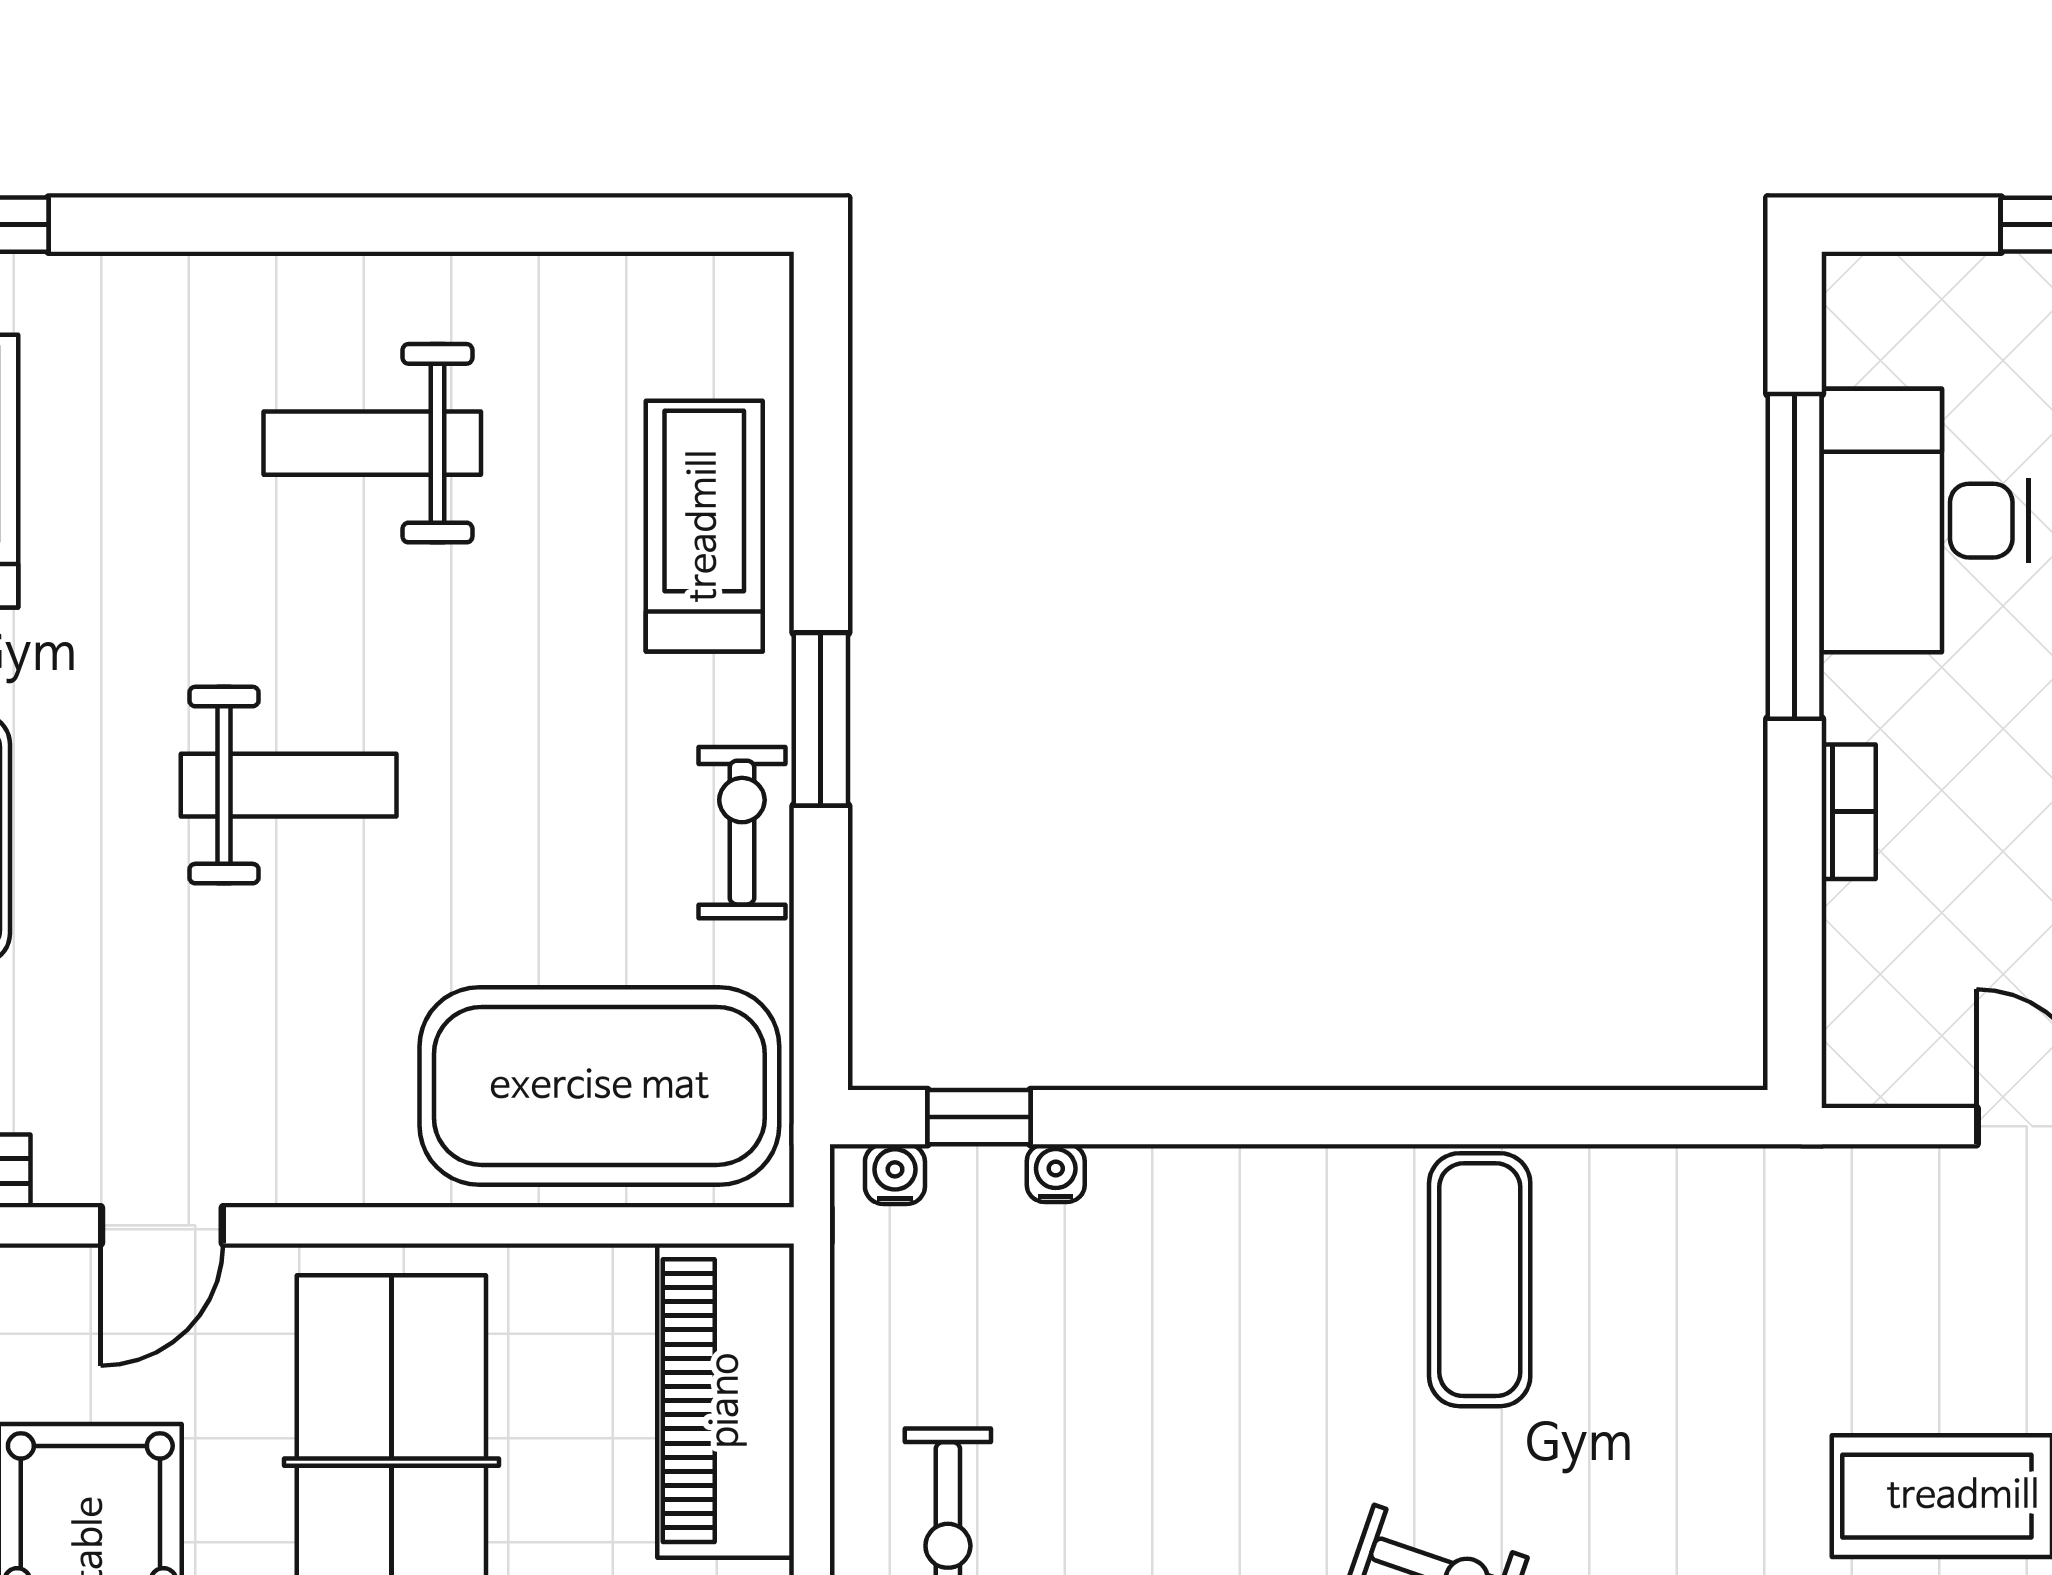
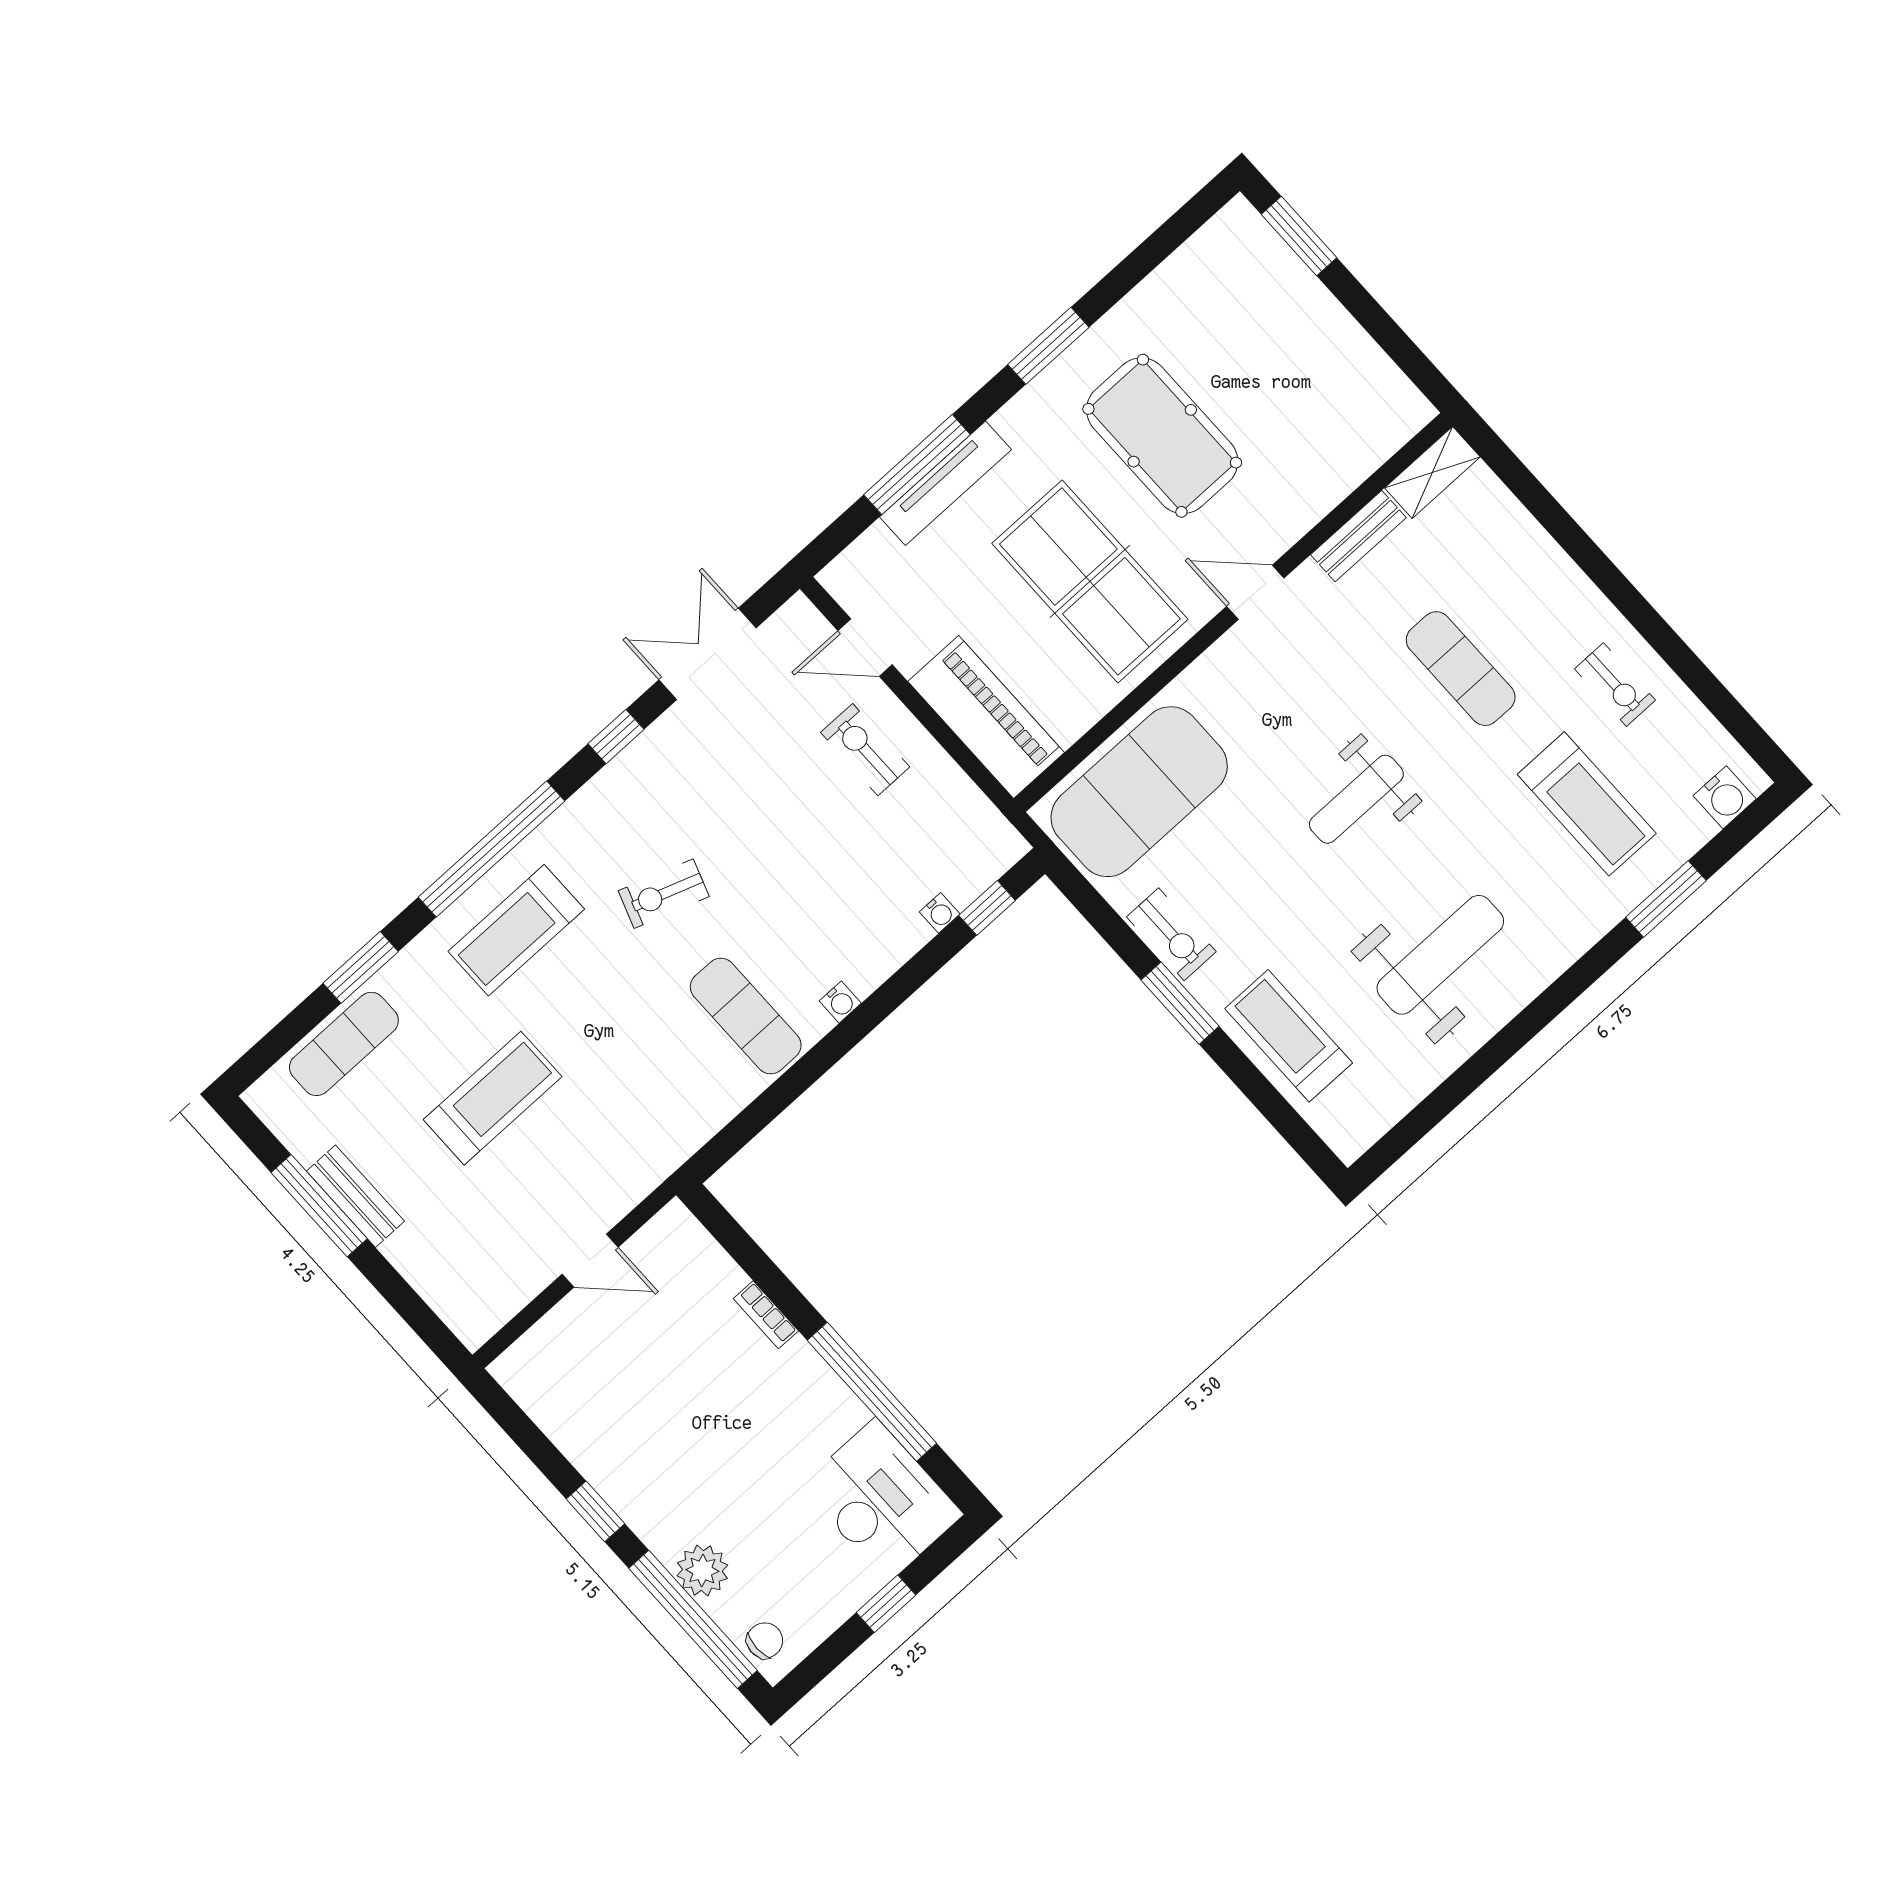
weight bench: (372, 443) -> (1440, 955), width x1.36, depth x1.33
desk: (1925, 521) -> (881, 1500), moved
treadmill: (704, 526) -> (1289, 1036), turned 180
water cooler: (895, 1174) -> (840, 1002), moved
door: (162, 1225) -> (1255, 592), hinge flipped

